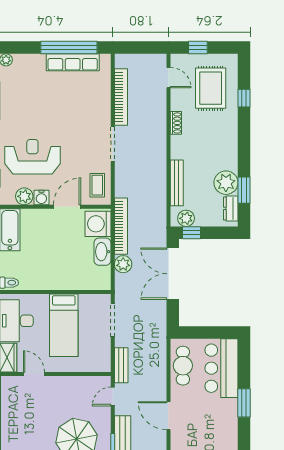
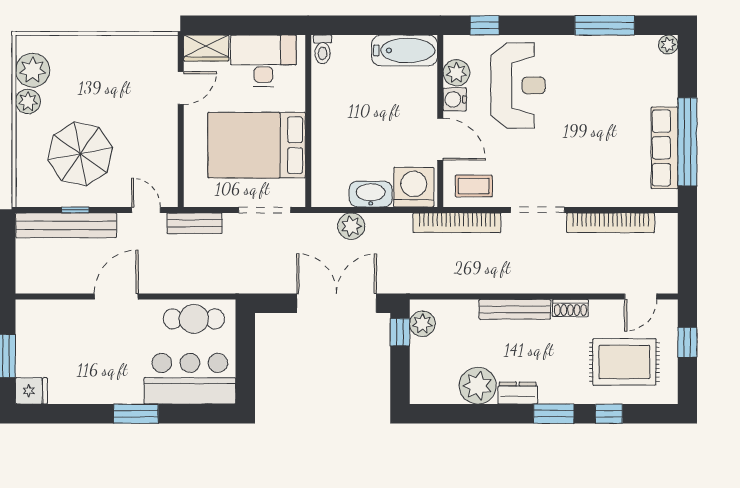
bench: (177, 183) -> (515, 309), moved
window: (244, 190) -> (554, 414), moved
dresser: (231, 208) -> (518, 393), moved
bookcase: (121, 226) -> (457, 223), moved
bed: (64, 325) -> (257, 145), width x1.50

